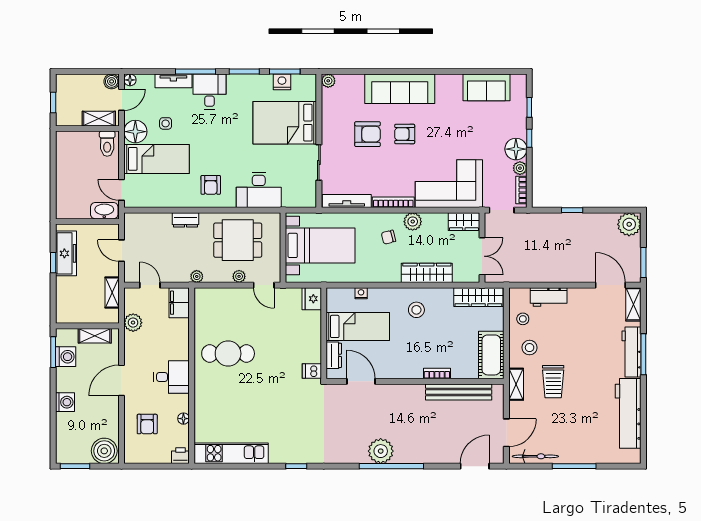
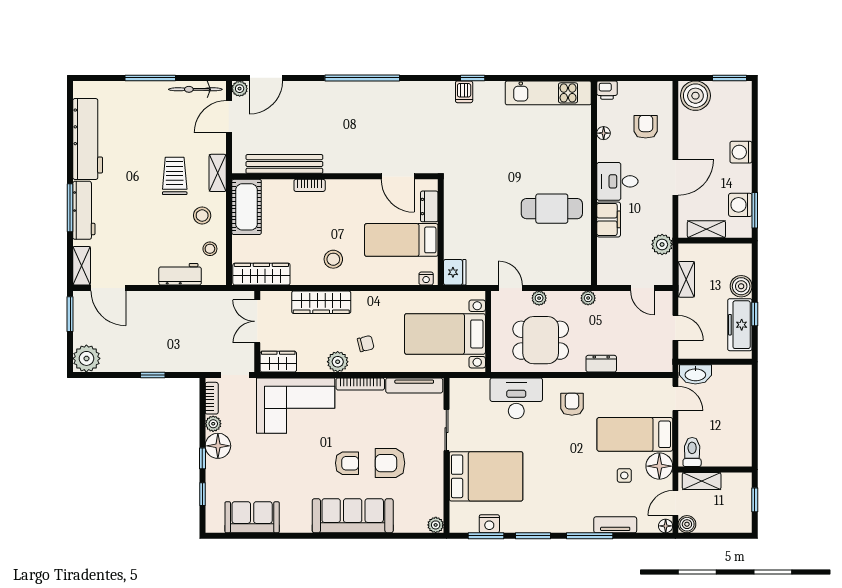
desk: (209, 92) -> (573, 512), removed
boiler: (65, 287) -> (741, 286), added
nightstand: (361, 293) -> (426, 279), moved
filing cabinet: (179, 303) -> (609, 219), moved
dishwasher: (312, 371) -> (464, 92), moved, turned 90
plant: (381, 451) -> (240, 89), moved, width x0.53, depth x0.53

